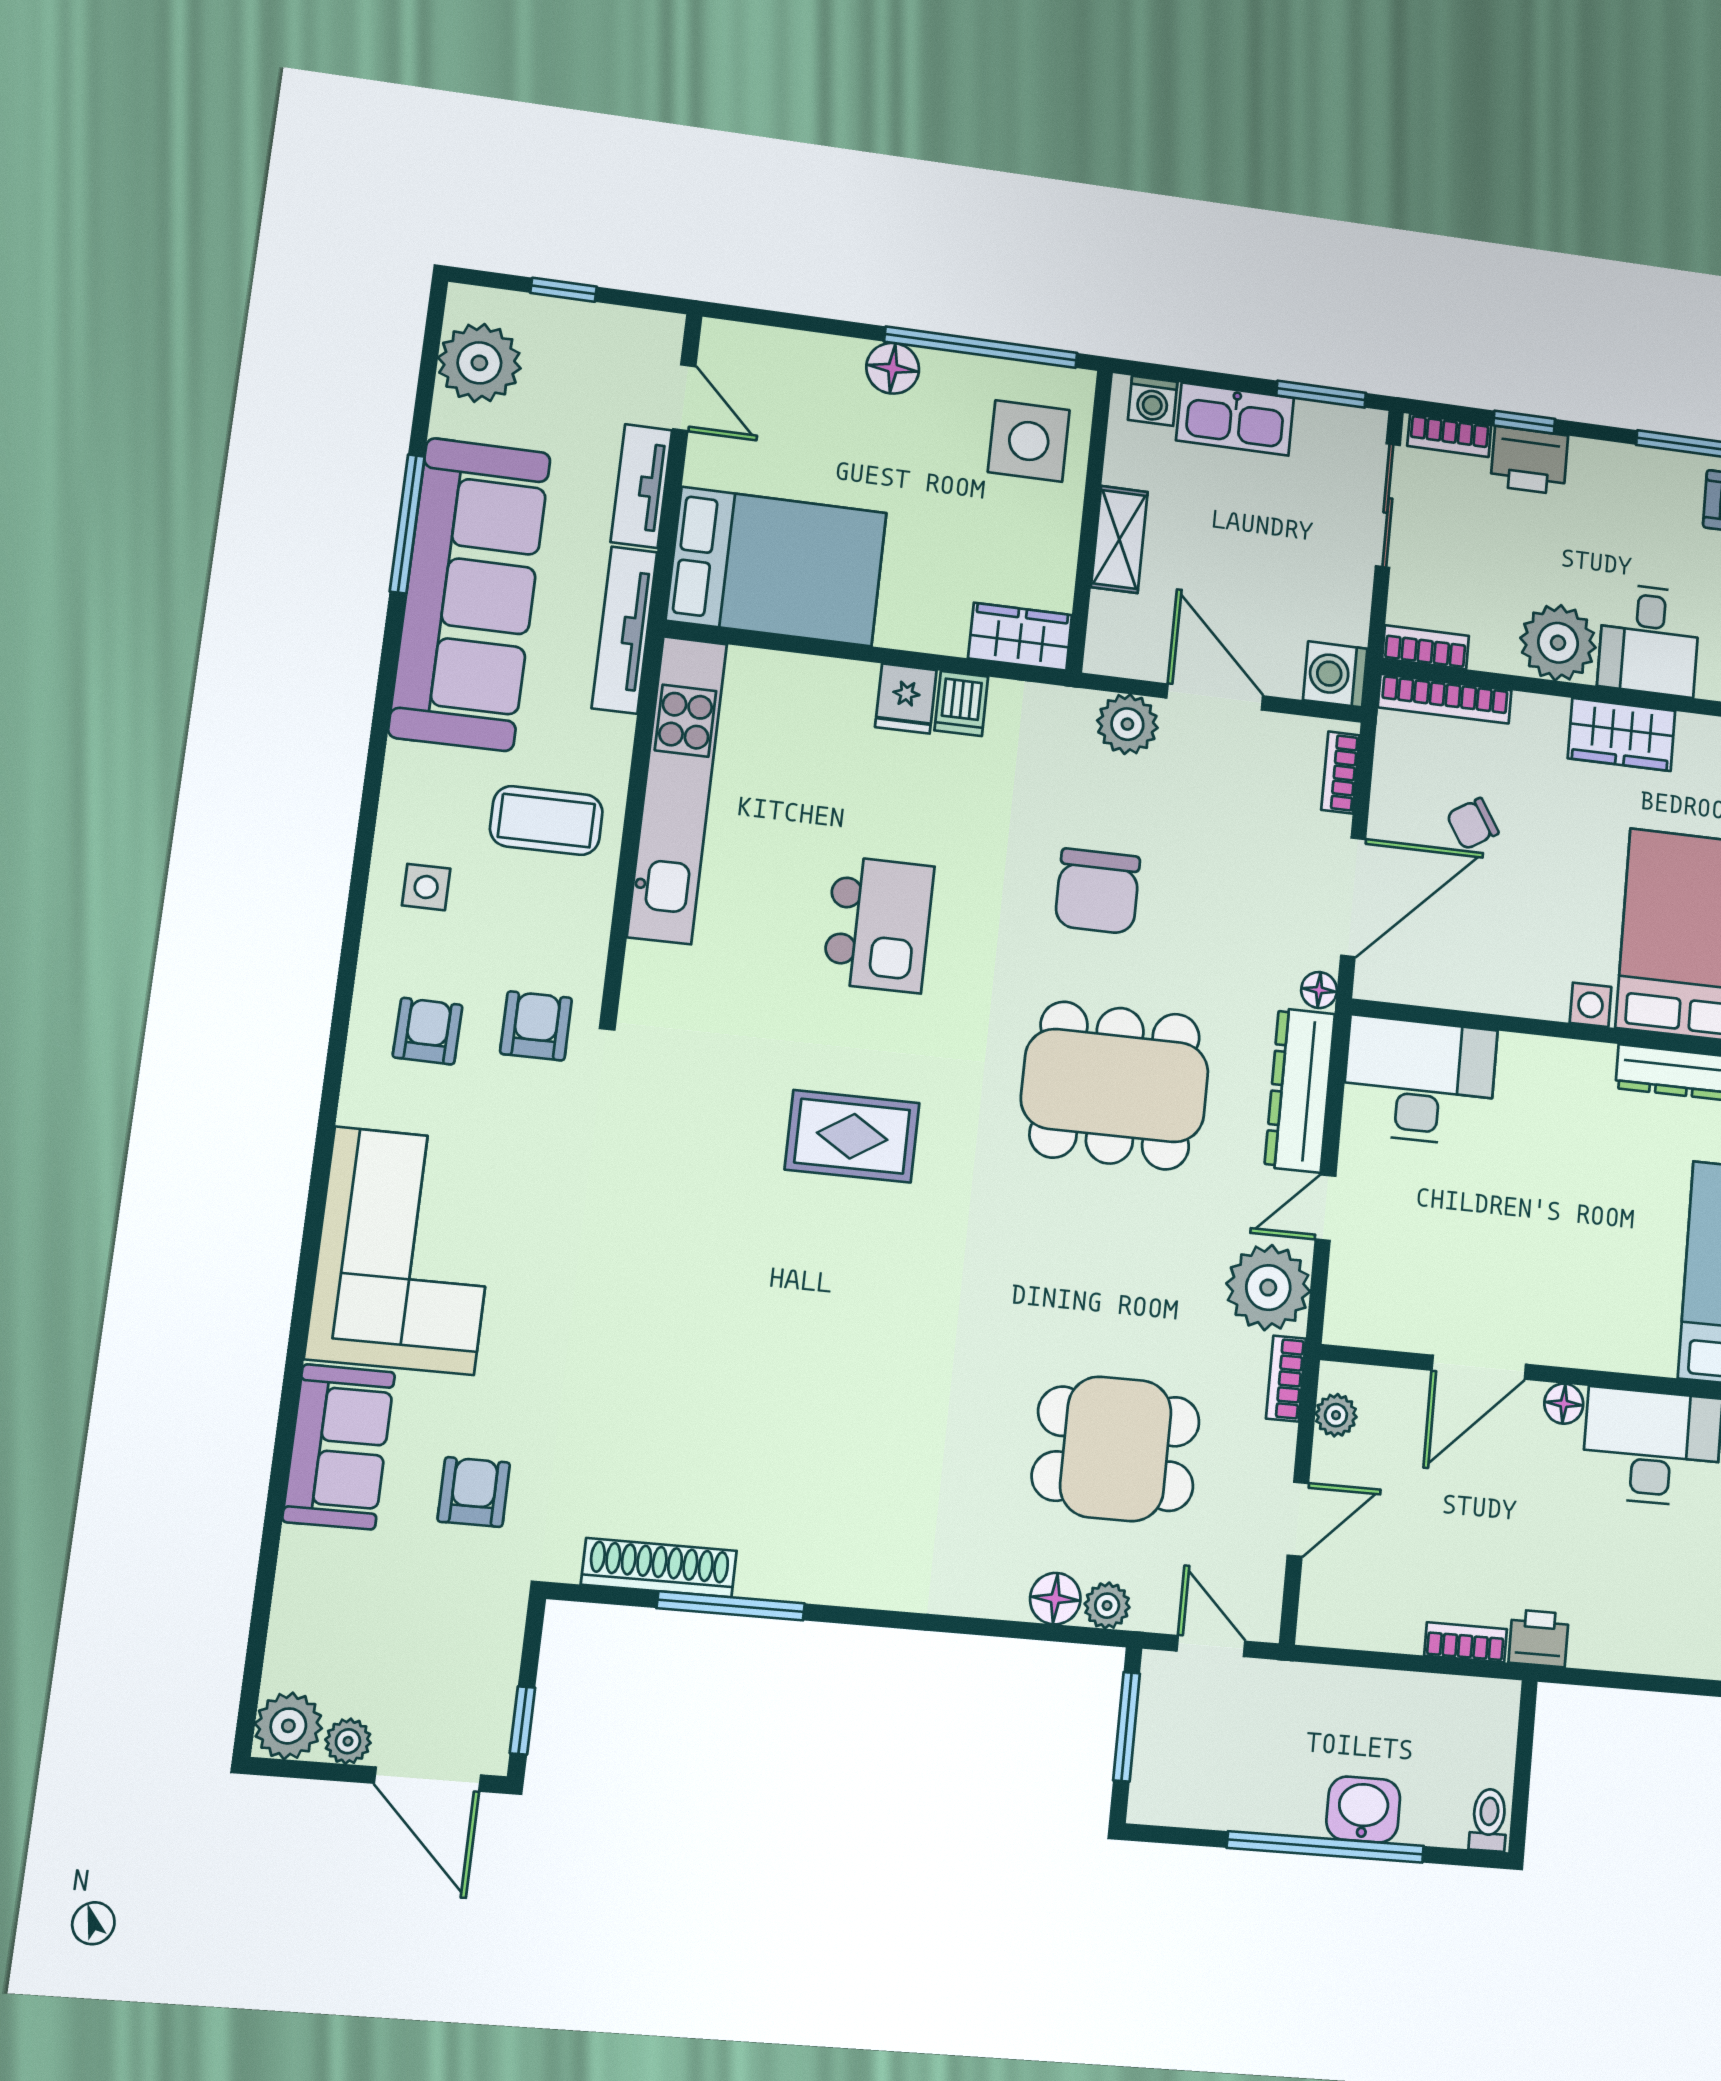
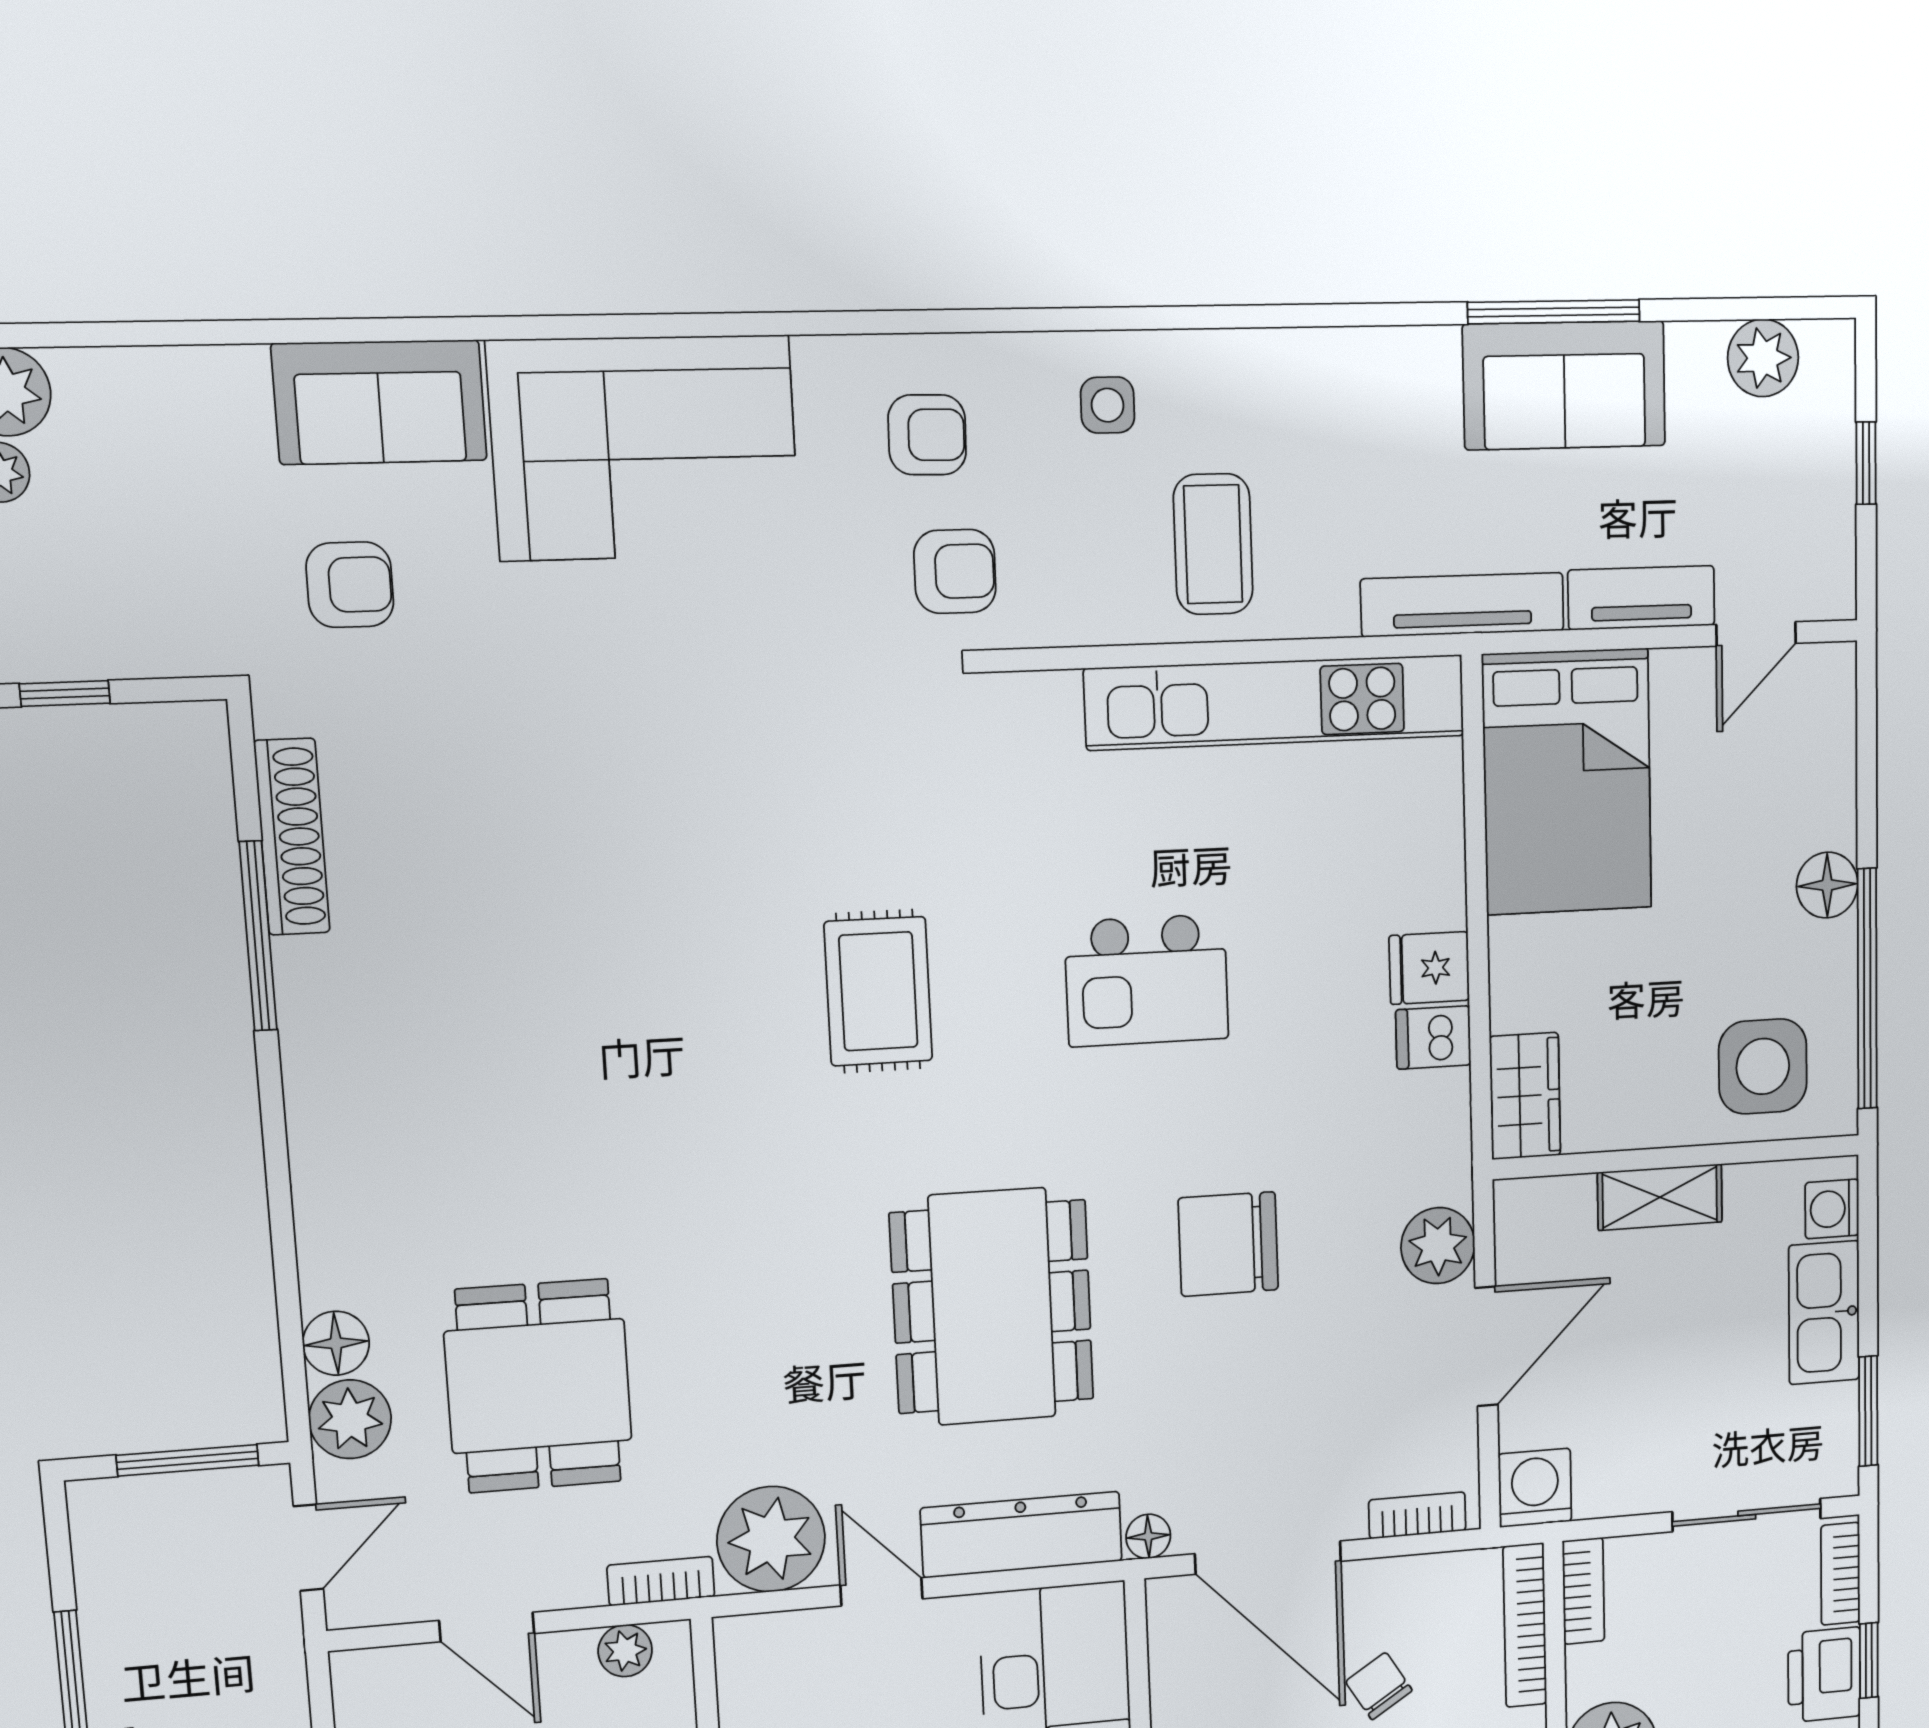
plant: (479, 363) -> (1763, 358), width x0.73, depth x0.73
sofa: (470, 594) -> (1564, 385), width x0.54, depth x0.79
plant: (1107, 1606) -> (350, 1419), width x1.38, depth x1.38

